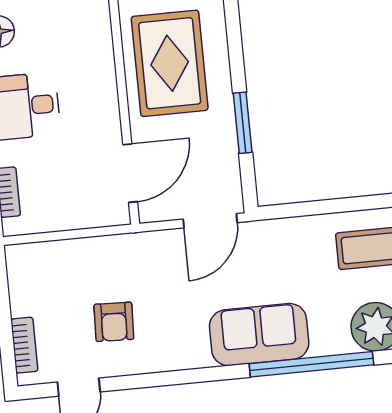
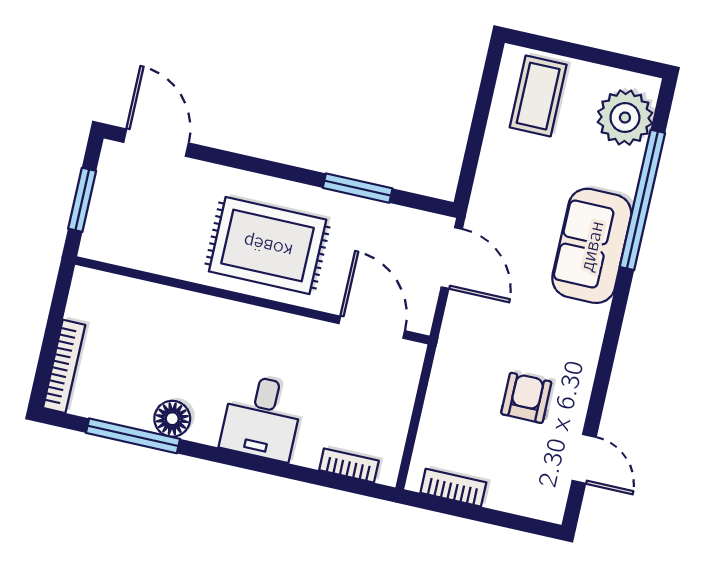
armchair: (114, 322) -> (526, 398), turned -92
bookcase: (24, 345) -> (453, 488), moved

